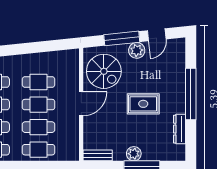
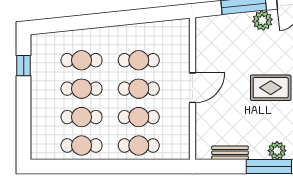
spiral stairs: (104, 71) -> (221, 47), removed
plant: (134, 154) -> (277, 151), moved
bench: (98, 155) -> (230, 153), moved

